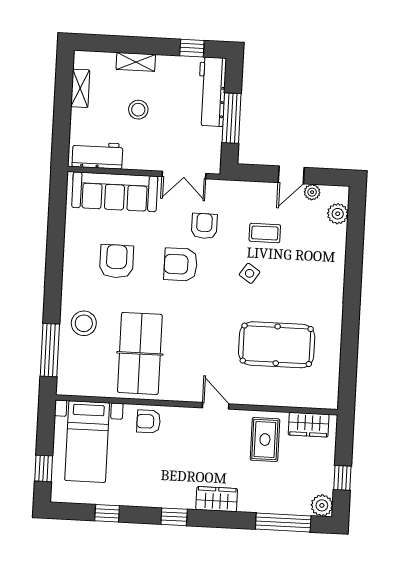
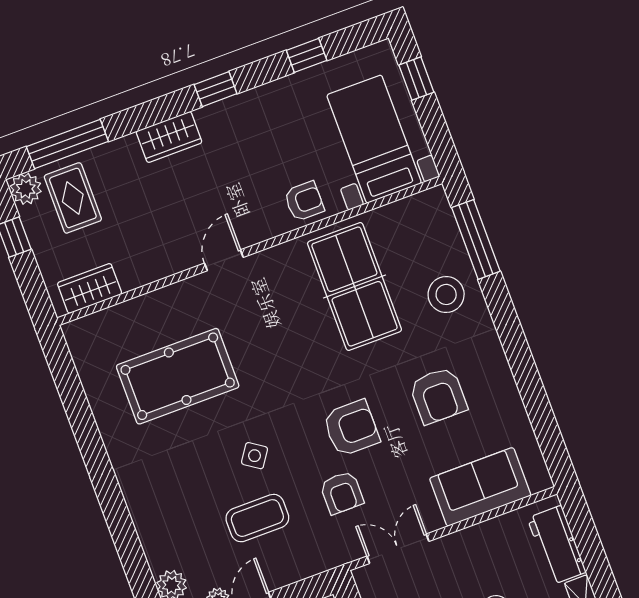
workbench: (97, 155) -> (557, 545), moved, turned 90
sofa: (115, 192) -> (480, 487), width x0.73
coffee table: (265, 233) -> (257, 518), width x1.36, depth x1.30
door: (216, 406) -> (224, 260), swing flipped
rug: (265, 440) -> (73, 198), moved

